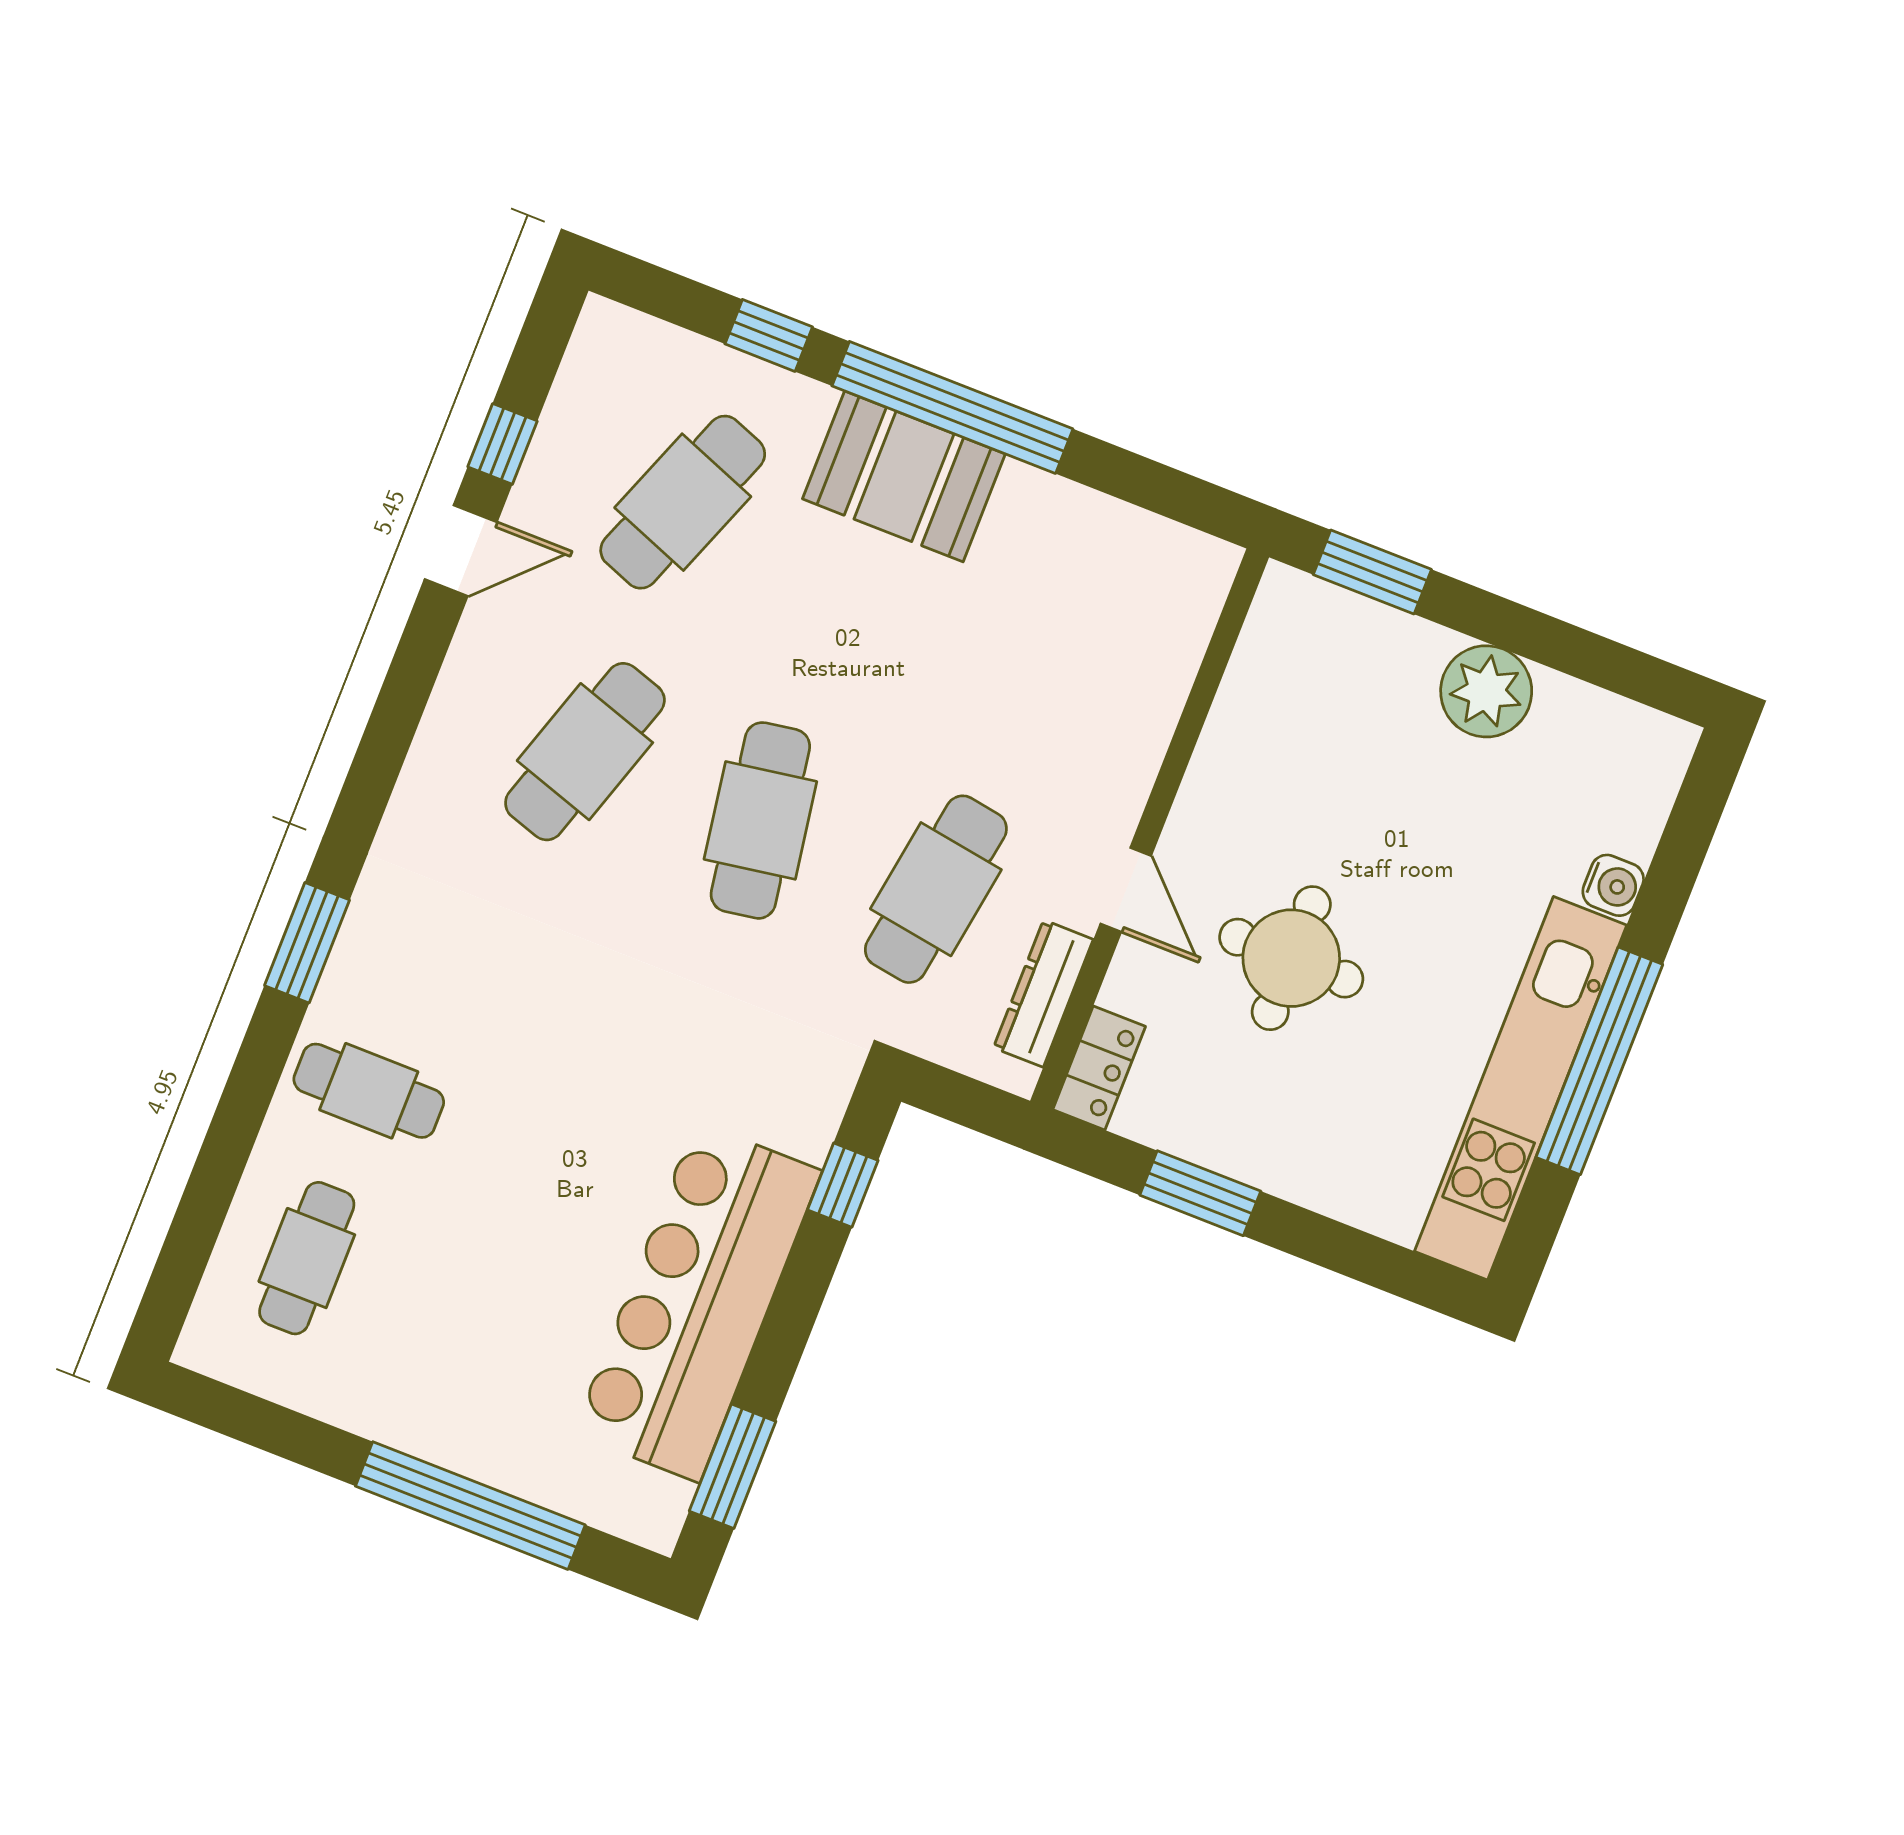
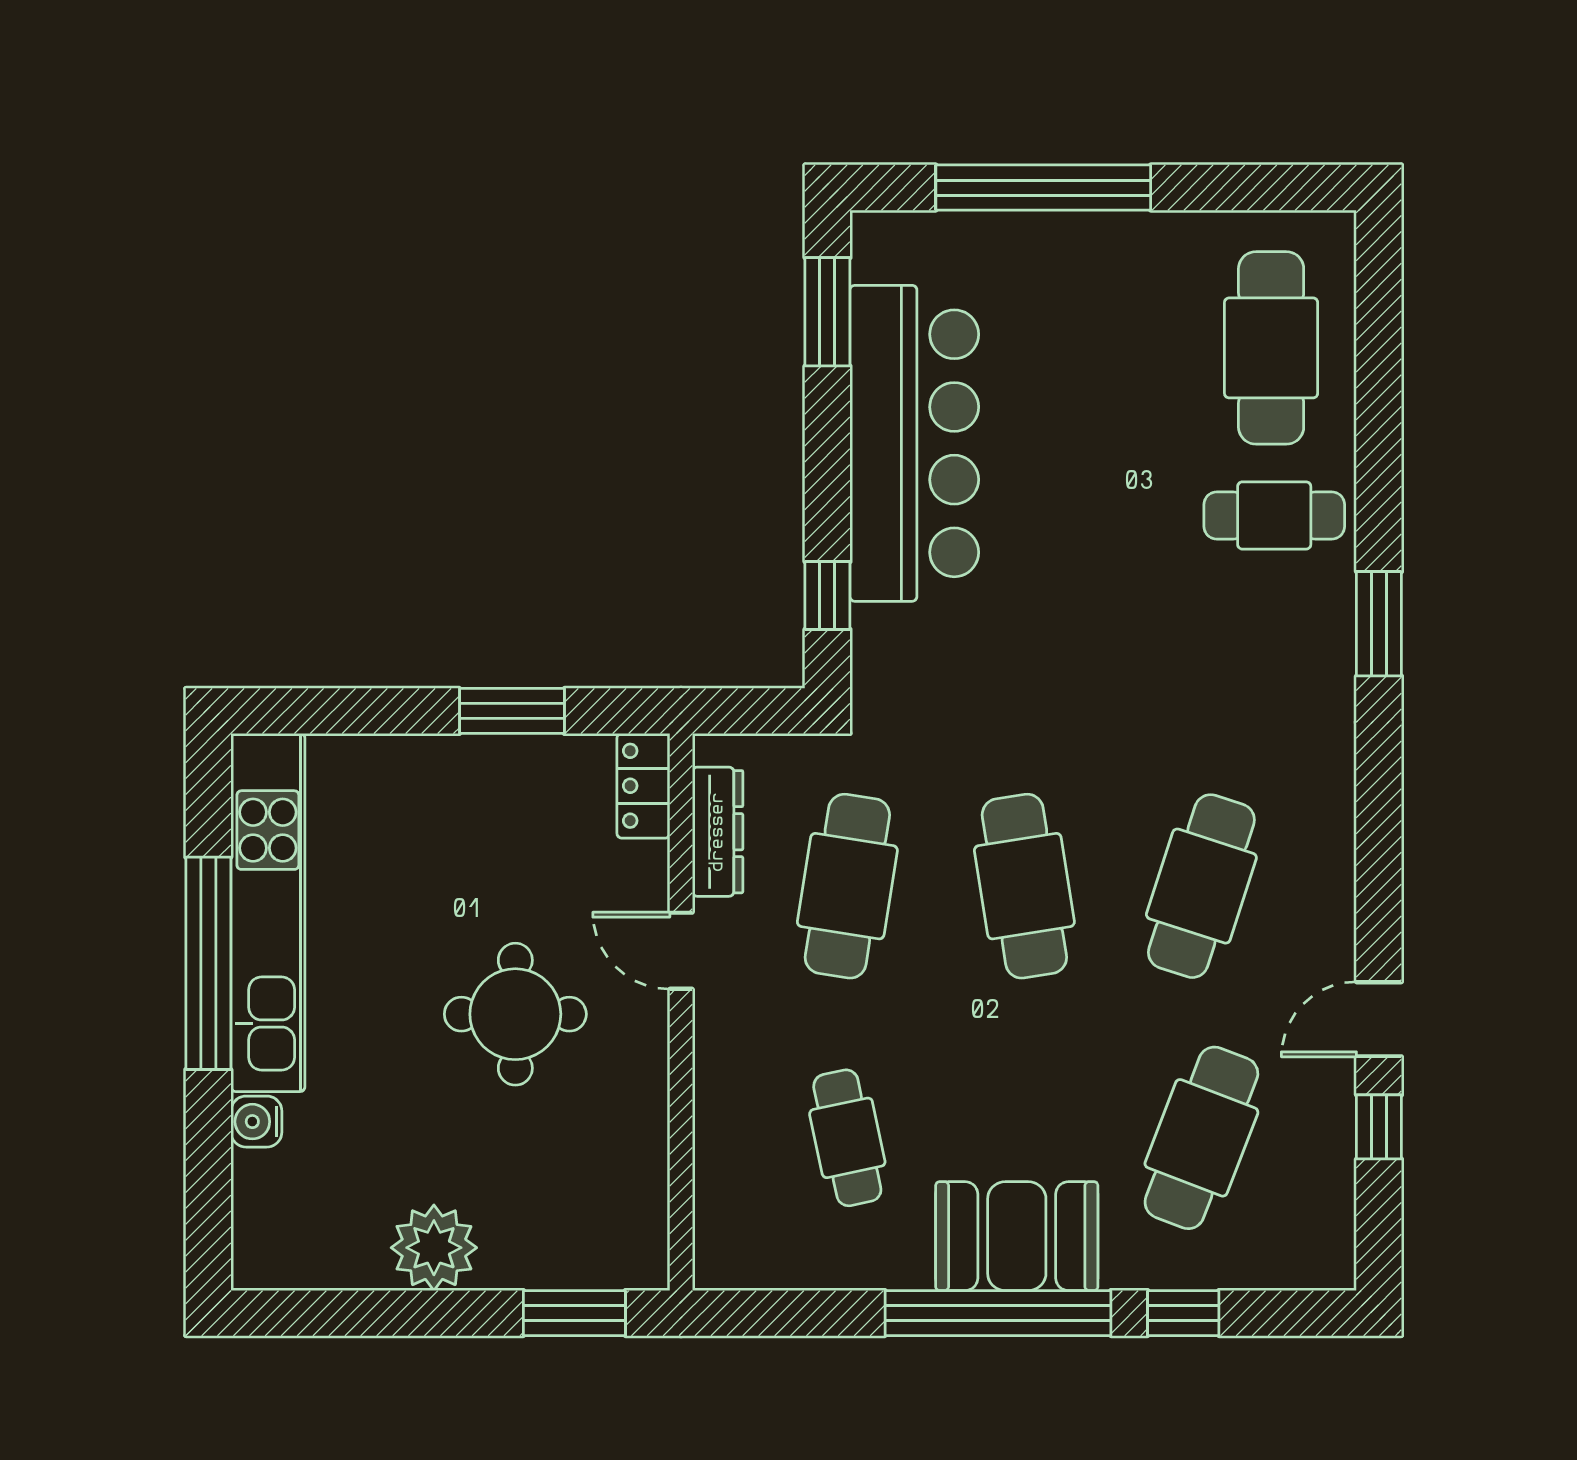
cafe table: (1034, 640) -> (847, 1138), added
round table: (1291, 958) -> (515, 1014), moved
cafe table: (307, 1258) -> (1271, 348), width x1.37, depth x1.35

